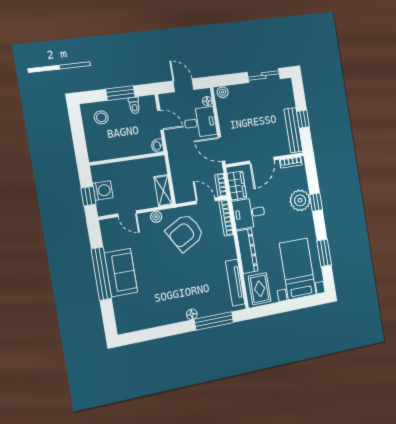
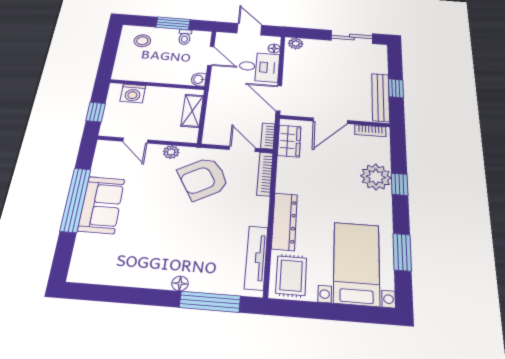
washing machine: (103, 190) -> (133, 93), moved, turned 90
shelving: (163, 191) -> (192, 111), moved
desk: (249, 213) -> (298, 176), removed

